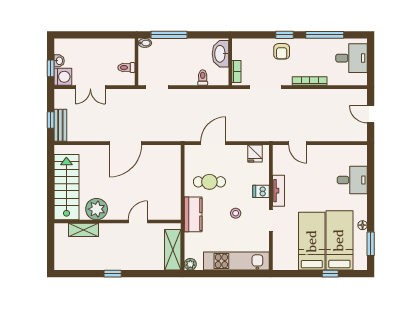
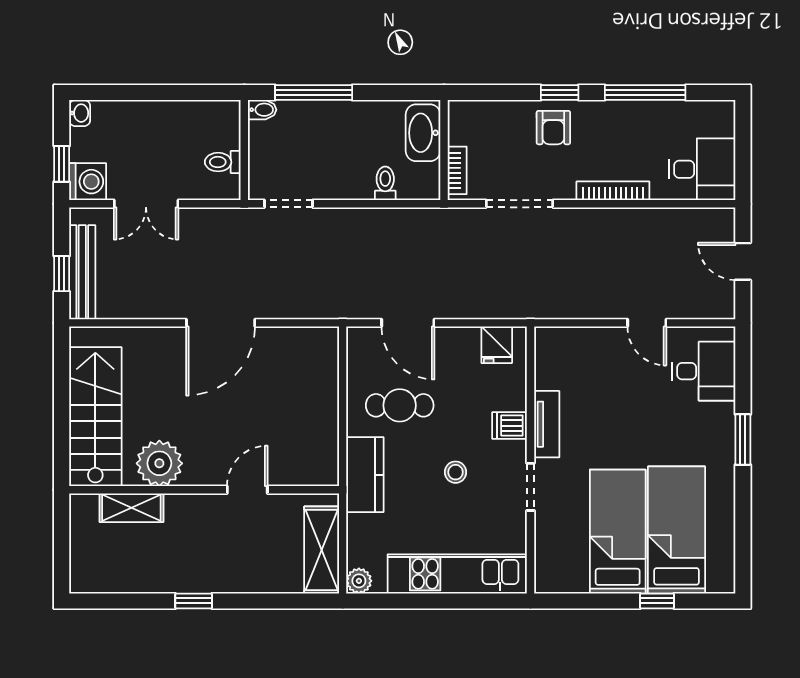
desk: (352, 58) -> (702, 169), moved
washbasin: (59, 61) -> (80, 113), moved
bench: (60, 125) -> (82, 272), width x1.36
door: (213, 143) -> (408, 323), swing flipped
door: (298, 143) -> (647, 323), moved
desk: (352, 180) -> (704, 371), moved
floor lamp: (363, 225) -> (726, 498), removed
window: (371, 244) -> (743, 440), moved

